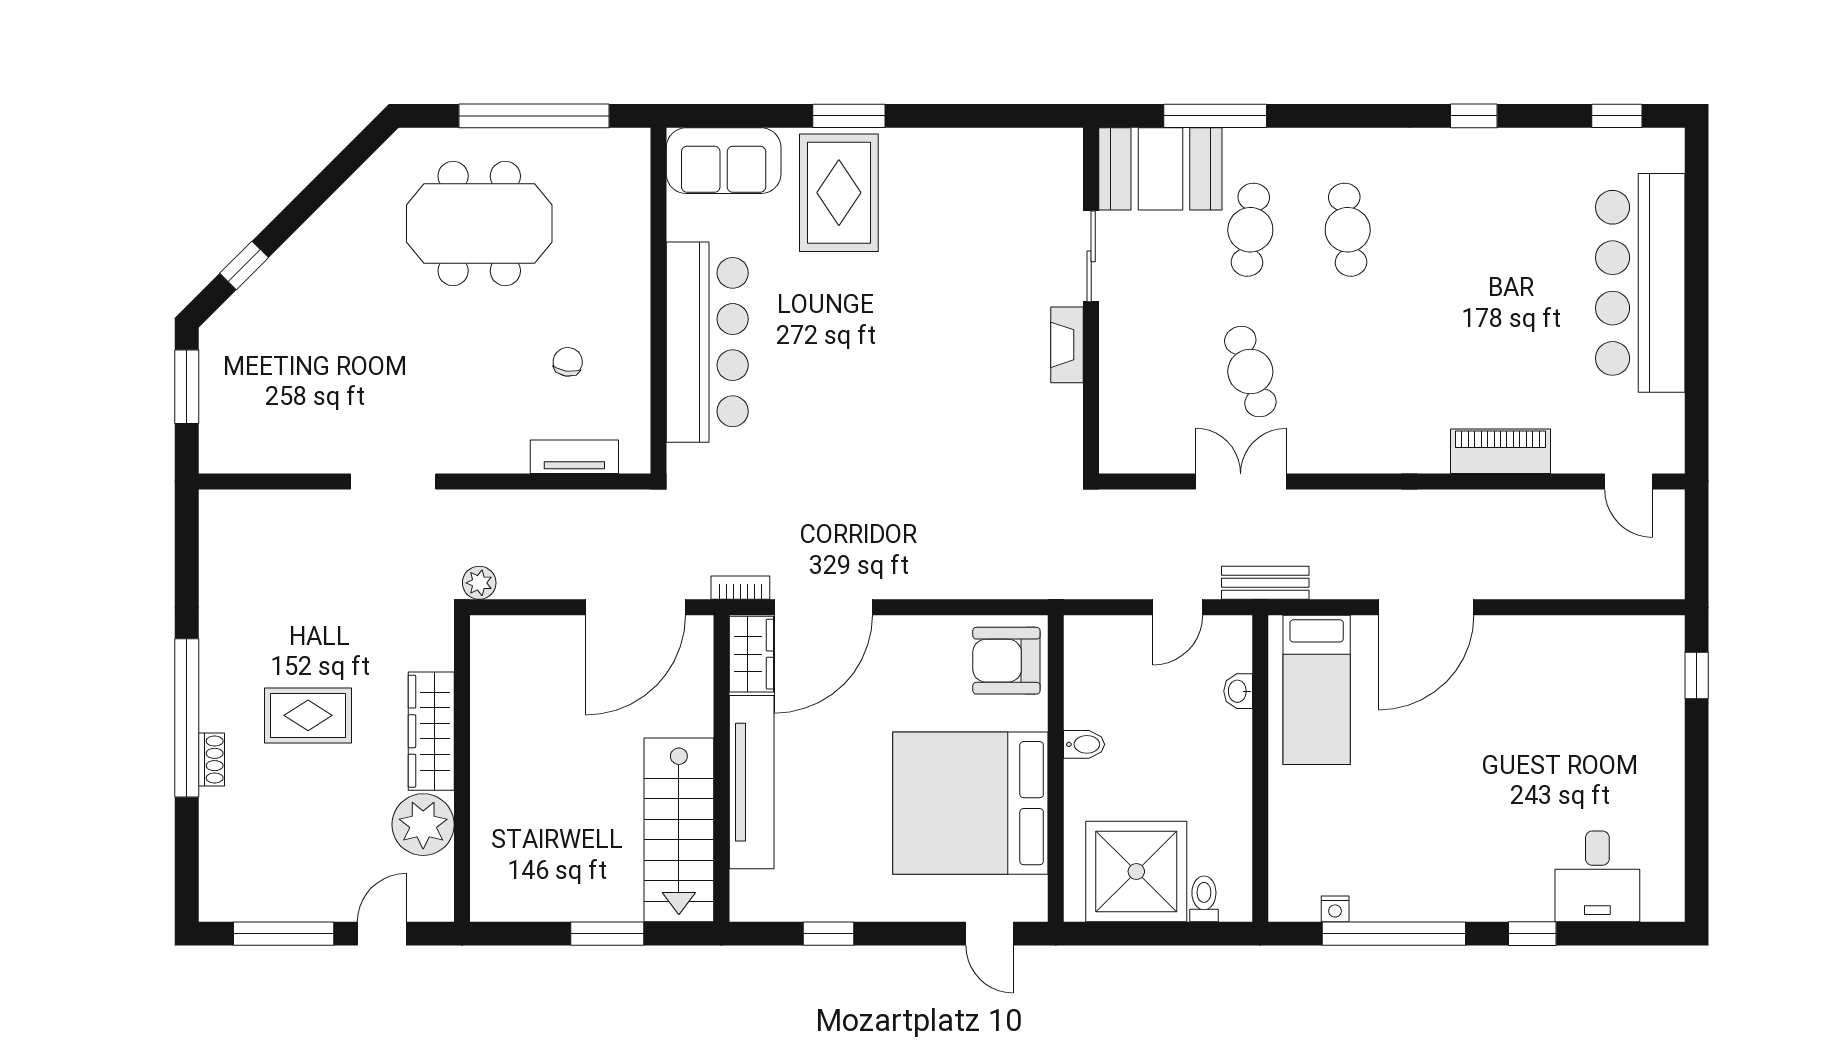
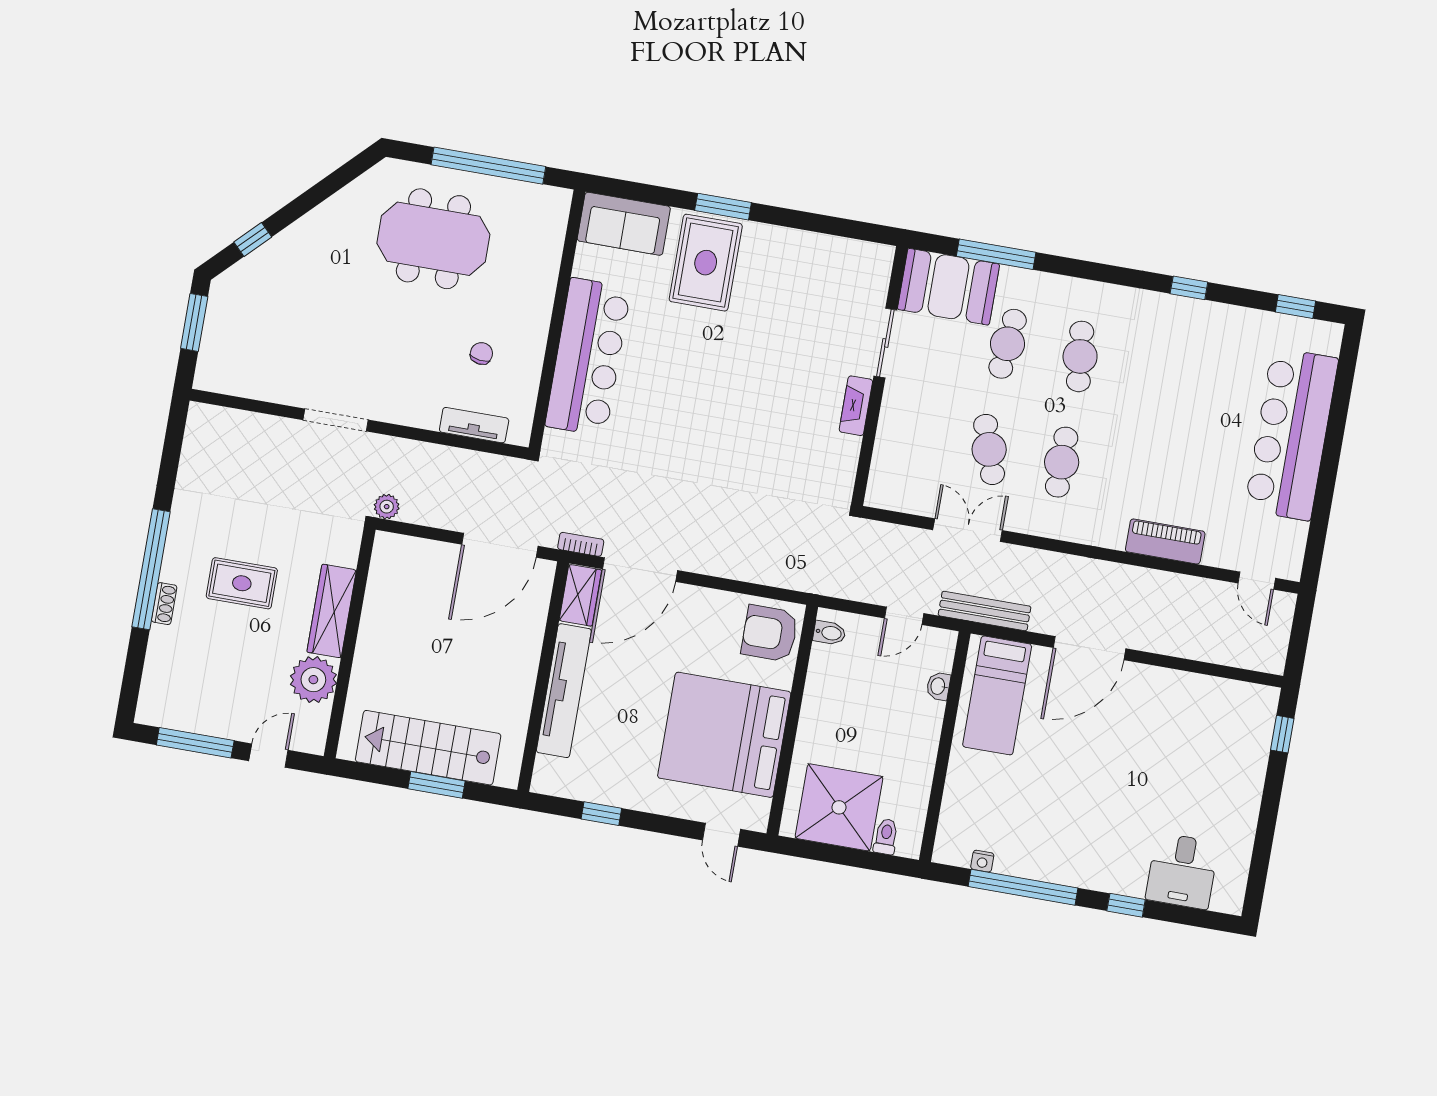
cafe table: (1348, 372) -> (1062, 462), added
bench: (1265, 583) -> (985, 611), width x1.36
bidet: (1084, 744) -> (829, 633), moved
stairs: (679, 830) -> (428, 748), moved, turned 90

